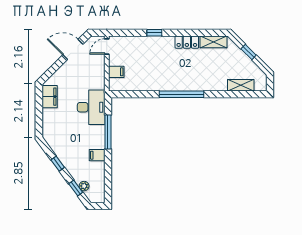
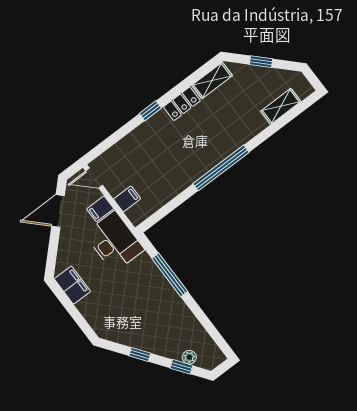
window: (154, 33) -> (150, 111), moved
door: (107, 46) -> (94, 178), hinge flipped
desk: (91, 107) -> (114, 242), moved
filing cabinet: (97, 155) -> (100, 209), moved

